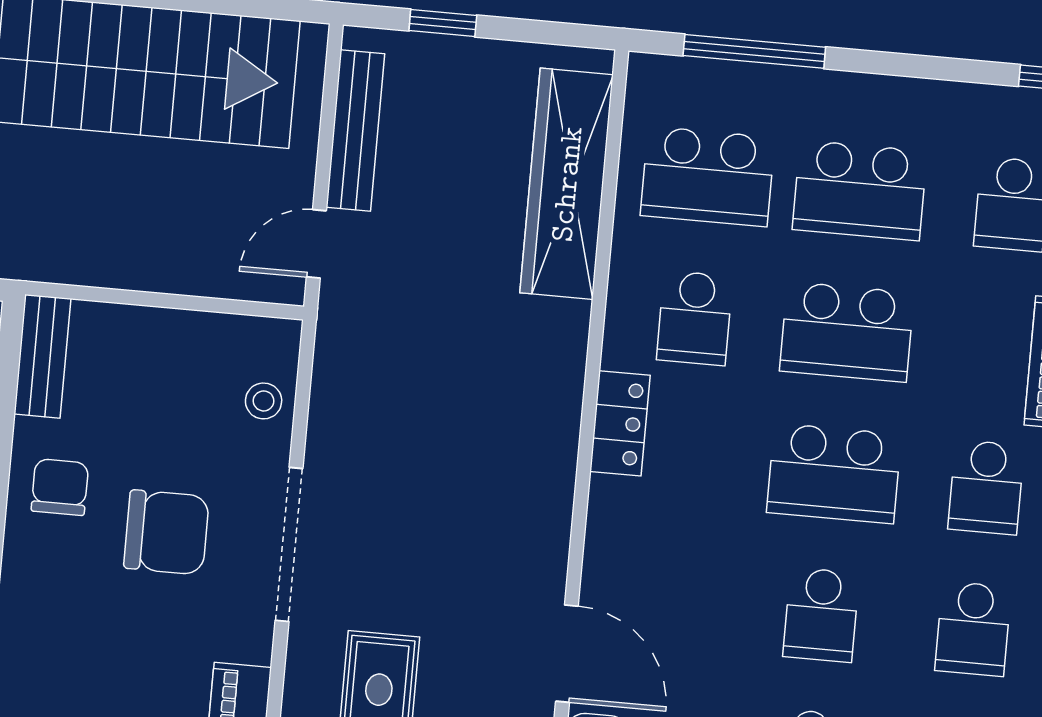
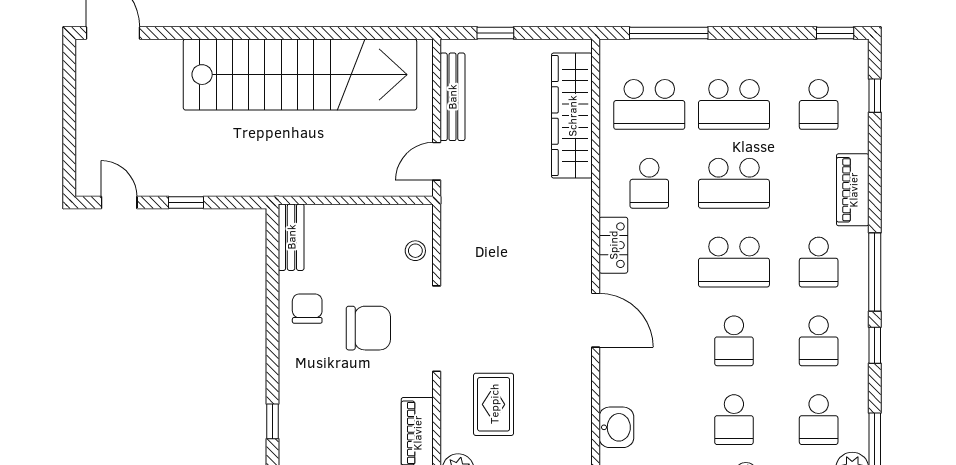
door: (567, 654) -> (596, 320), moved

